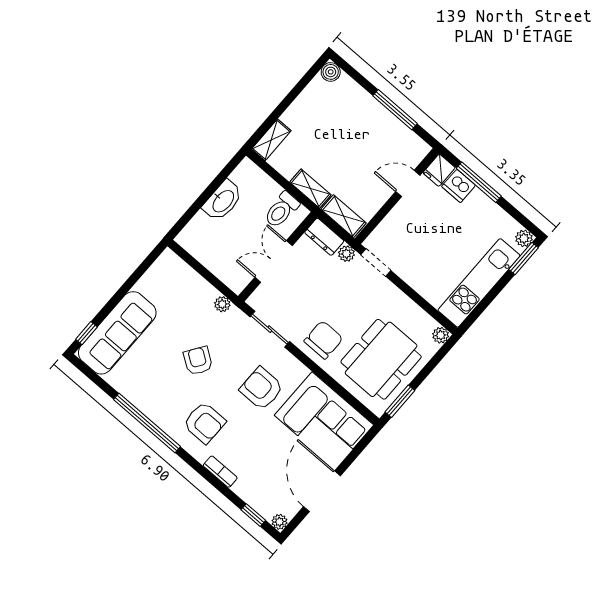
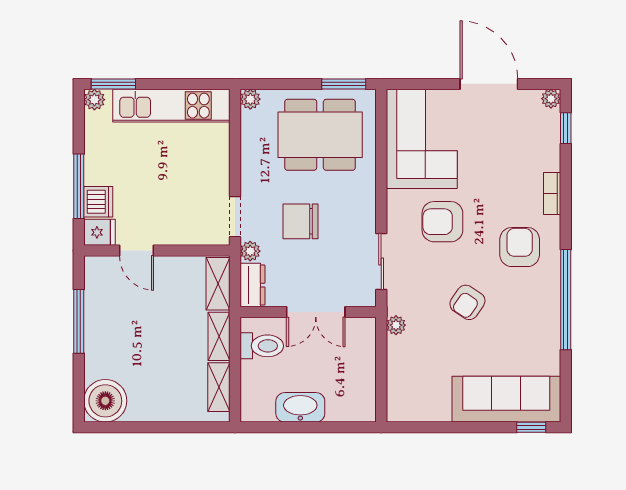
boiler: (331, 72) -> (105, 401), width x1.86, depth x1.86
shelving: (271, 140) -> (219, 387), moved, turned 90
chair: (323, 340) -> (300, 221), moved
armchair: (262, 389) -> (442, 222), turned 90
door: (322, 491) -> (489, 84), swing flipped

